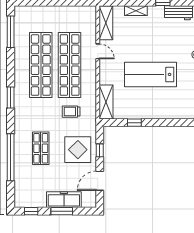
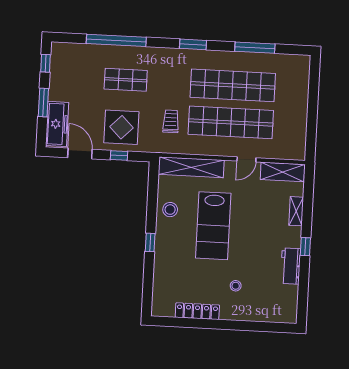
window: (11, 32) -> (255, 48), moved
lab bench: (150, 74) -> (213, 226), turned 180
shelving: (106, 102) -> (191, 167), width x1.47
stool: (140, 109) -> (170, 210), added
window: (134, 123) -> (150, 242), moved
freezer: (64, 200) -> (57, 124), moved

